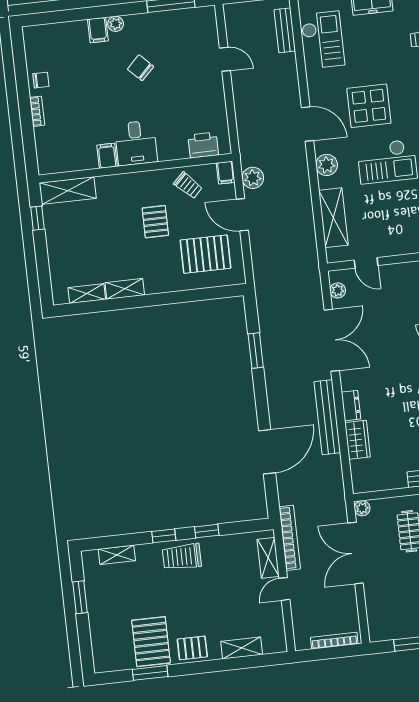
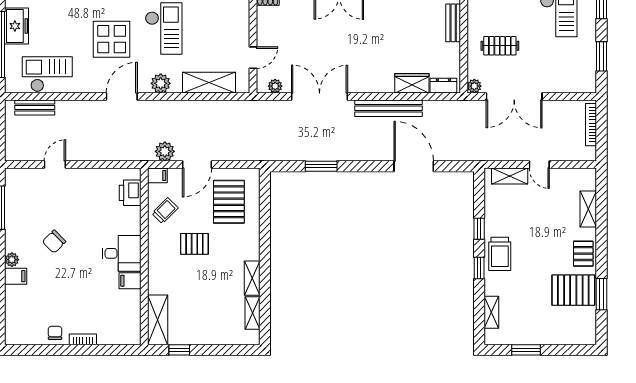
dresser: (351, 406) -> (443, 86), moved
bookcase: (290, 538) -> (494, 154), removed

